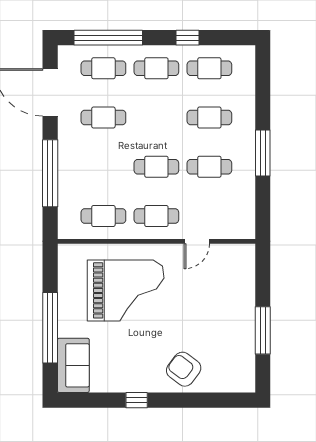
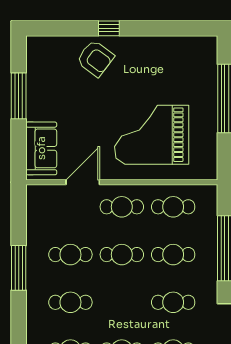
cafe table: (103, 167) -> (173, 255), added
door: (197, 241) -> (83, 182), width x1.38
sofa: (73, 365) -> (41, 148), moved, turned 180
window: (137, 400) -> (109, 28), moved

